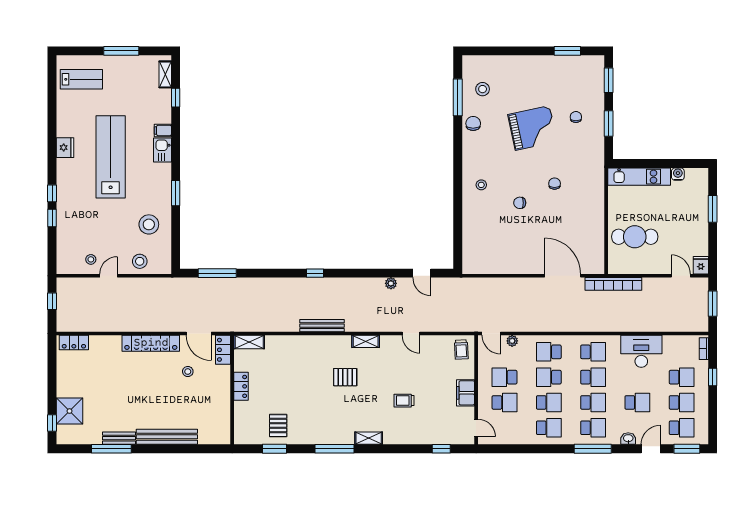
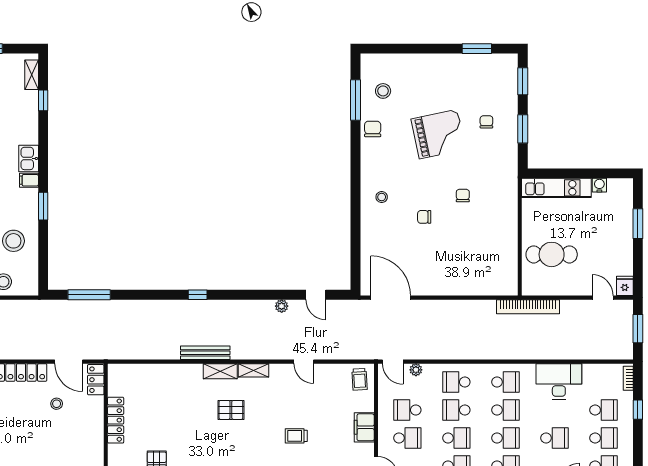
filing cabinet: (163, 130) -> (29, 180), moved
door: (563, 276) -> (391, 298), moved
shelving: (249, 342) -> (220, 371), moved
locker: (241, 386) -> (116, 420), width x1.53

